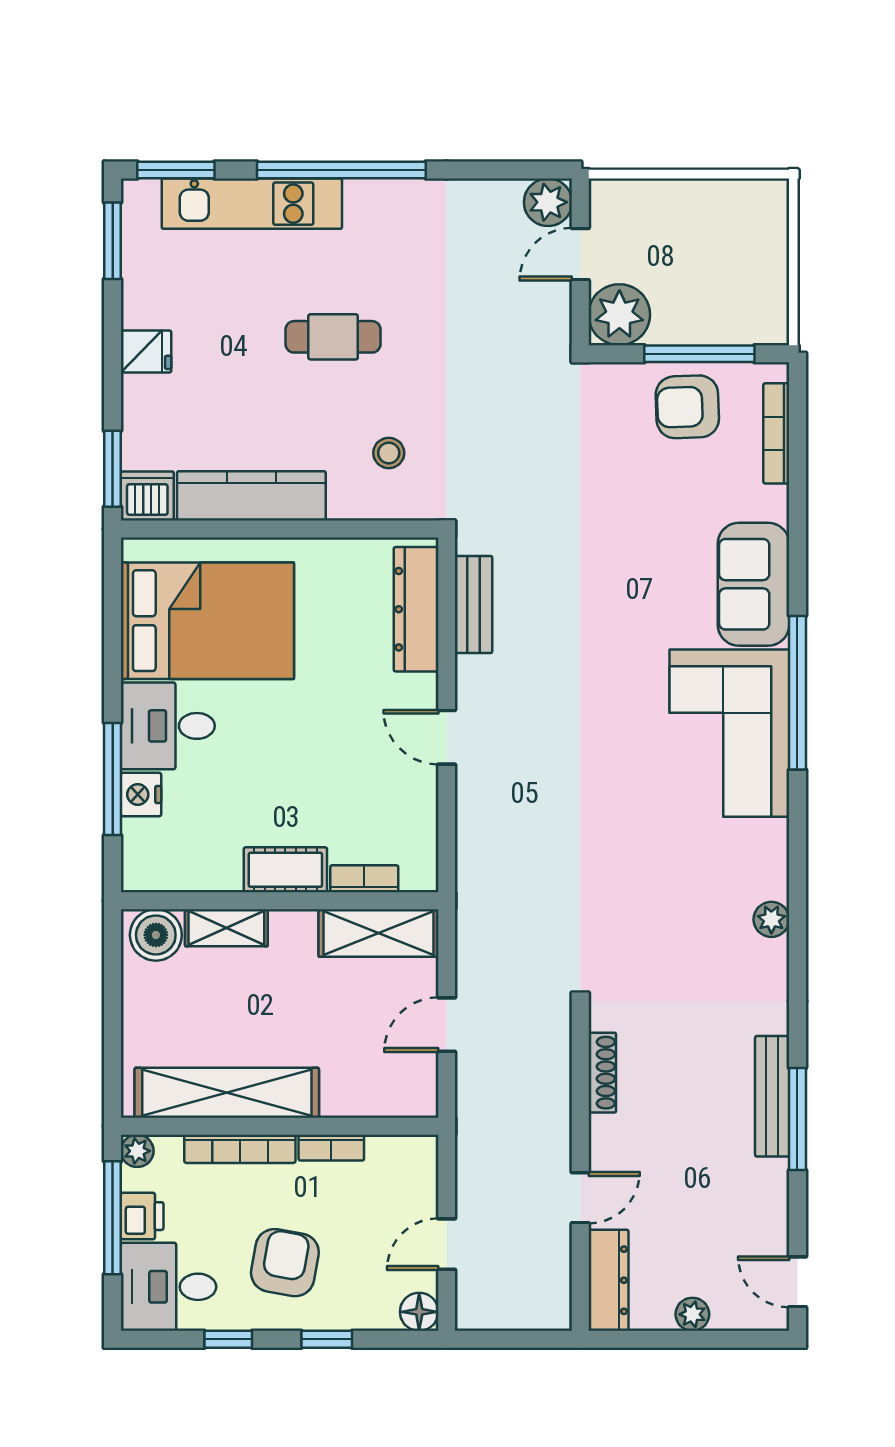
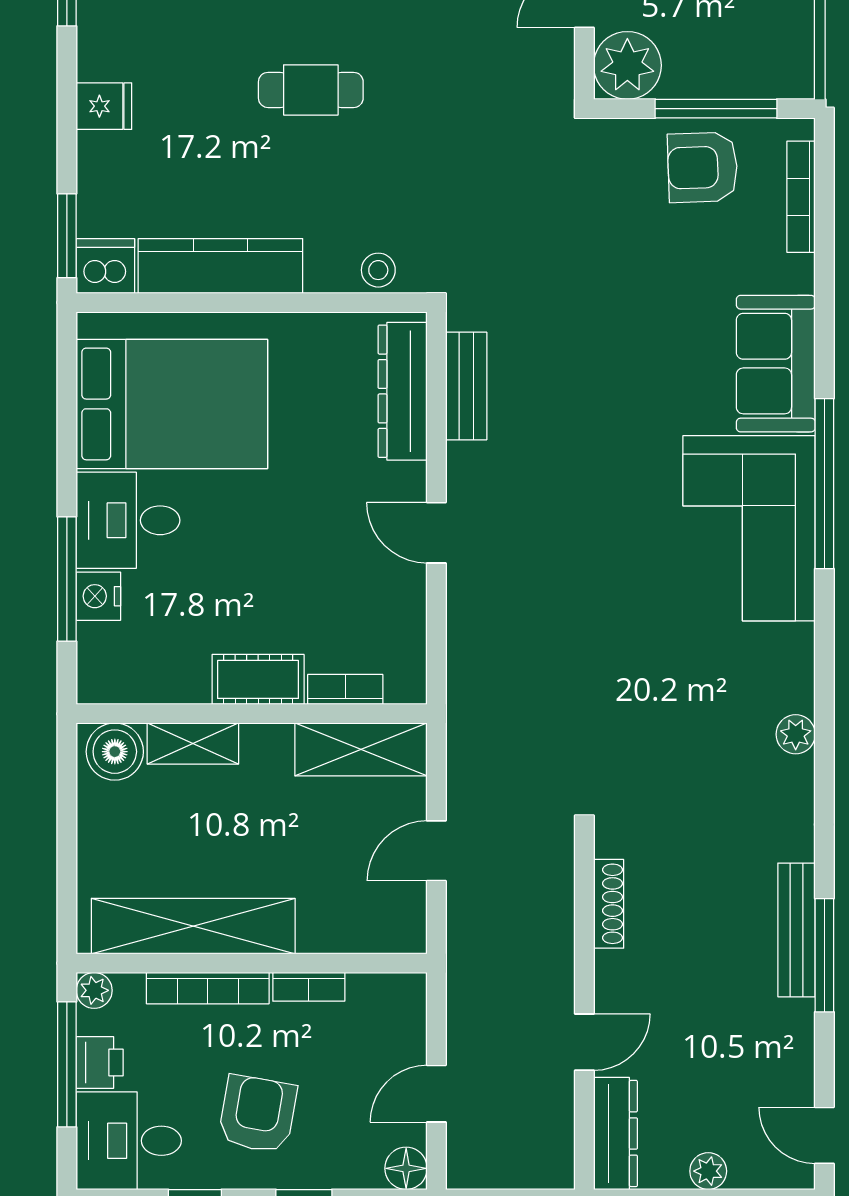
stool: (389, 453) -> (378, 270), moved

